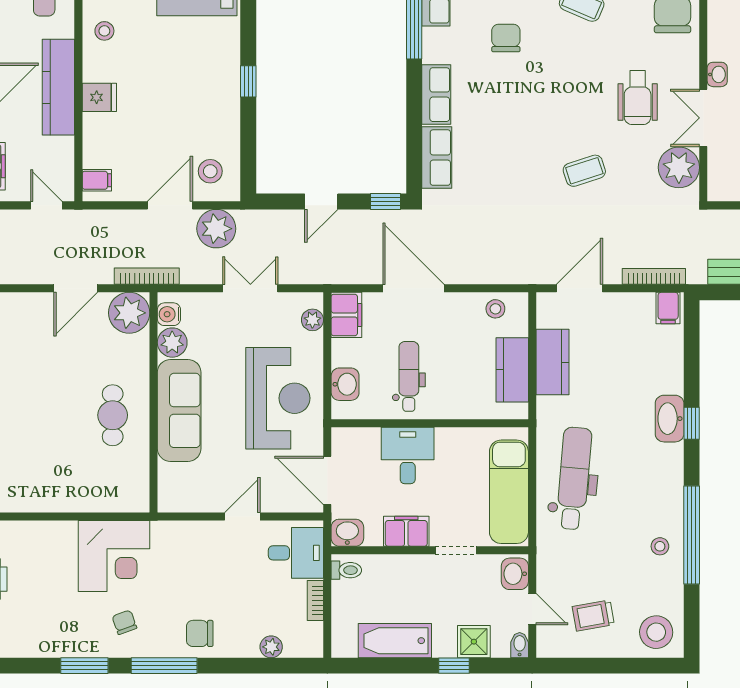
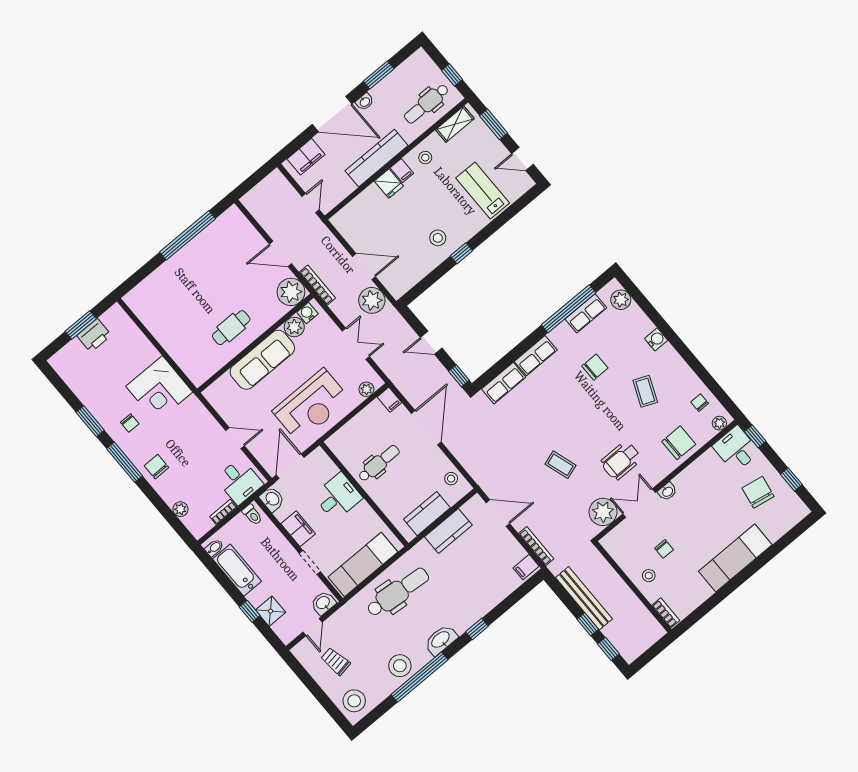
stool: (210, 171) -> (438, 238), moved
filing cabinet: (97, 180) -> (402, 171), moved
filing cabinet: (346, 315) -> (389, 400), width x0.50
washbasin: (345, 384) -> (347, 434), removed
washbasin: (670, 419) -> (441, 640), moved
stool: (660, 546) -> (400, 666), width x1.89, depth x1.89
chair: (124, 622) -> (130, 423), turned 110
bidet: (520, 645) -> (214, 548), moved

